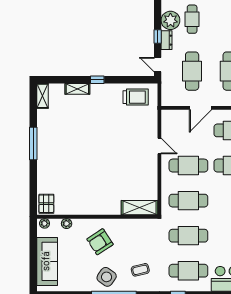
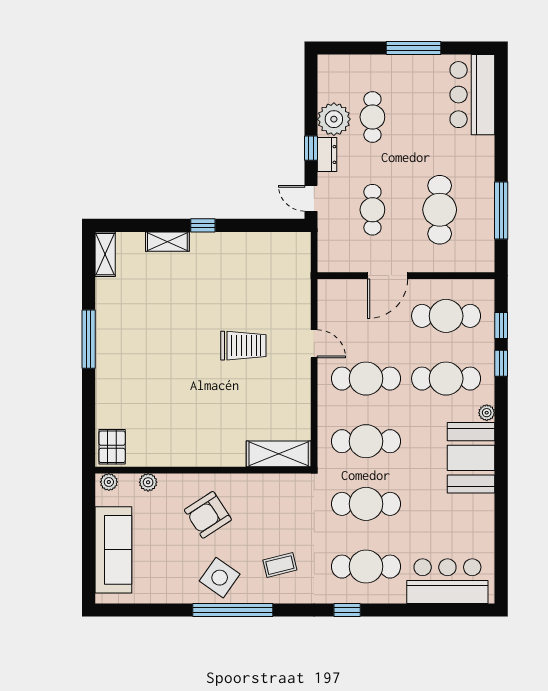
cafe table: (192, 71) -> (372, 210), width x0.73, depth x0.74
trolley: (136, 97) -> (243, 346), moved

